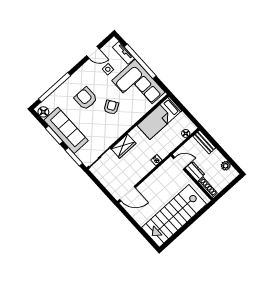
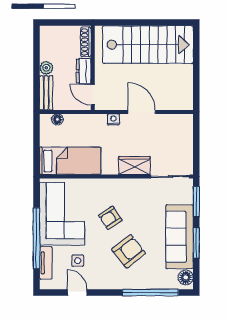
armchair: (86, 98) -> (129, 251), turned -128
plant: (226, 166) -> (46, 68), moved
door: (128, 194) -> (142, 112), moved

